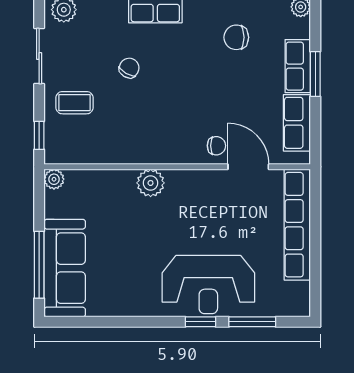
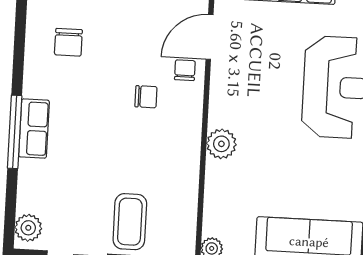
chair: (129, 68) -> (146, 97), moved, turned 150
coffee table: (74, 103) -> (130, 222), width x1.36, depth x1.30

